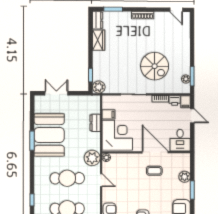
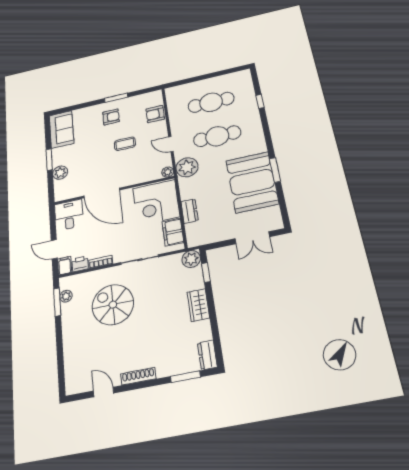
door: (176, 10) -> (104, 392), moved
wardrobe: (99, 40) -> (198, 305), moved
filing cabinet: (108, 114) -> (173, 232), width x2.00
coffee table: (154, 171) -> (125, 144), moved

